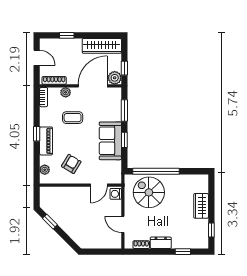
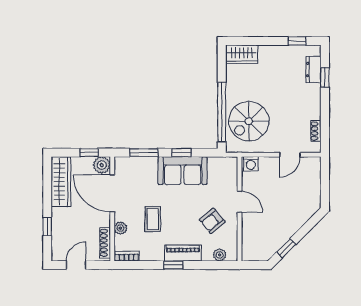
armchair: (71, 164) -> (212, 221), turned -71
door: (99, 185) -> (239, 202), moved
wardrobe: (201, 206) -> (242, 54), moved
dresser: (161, 243) -> (313, 70), moved

